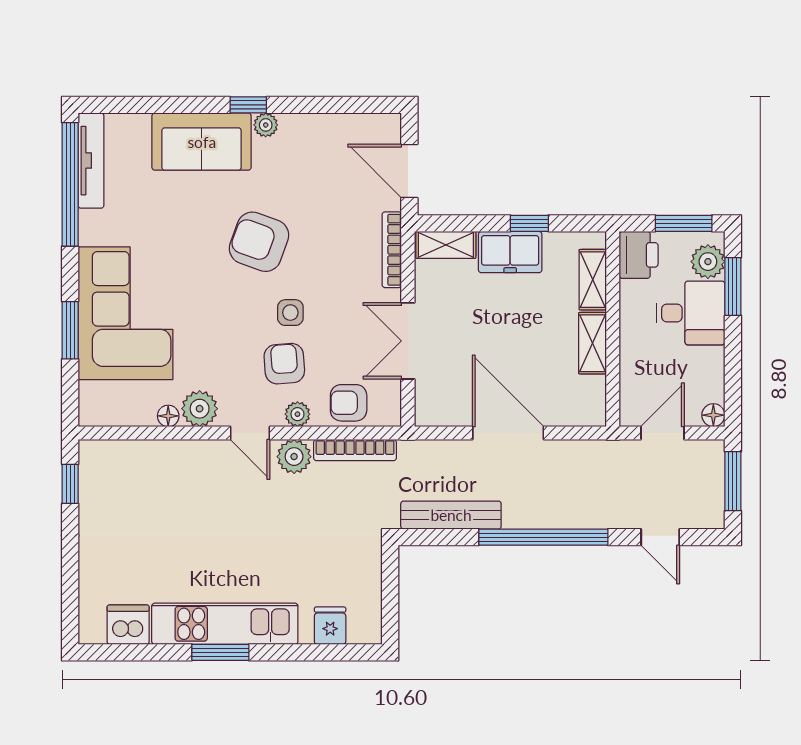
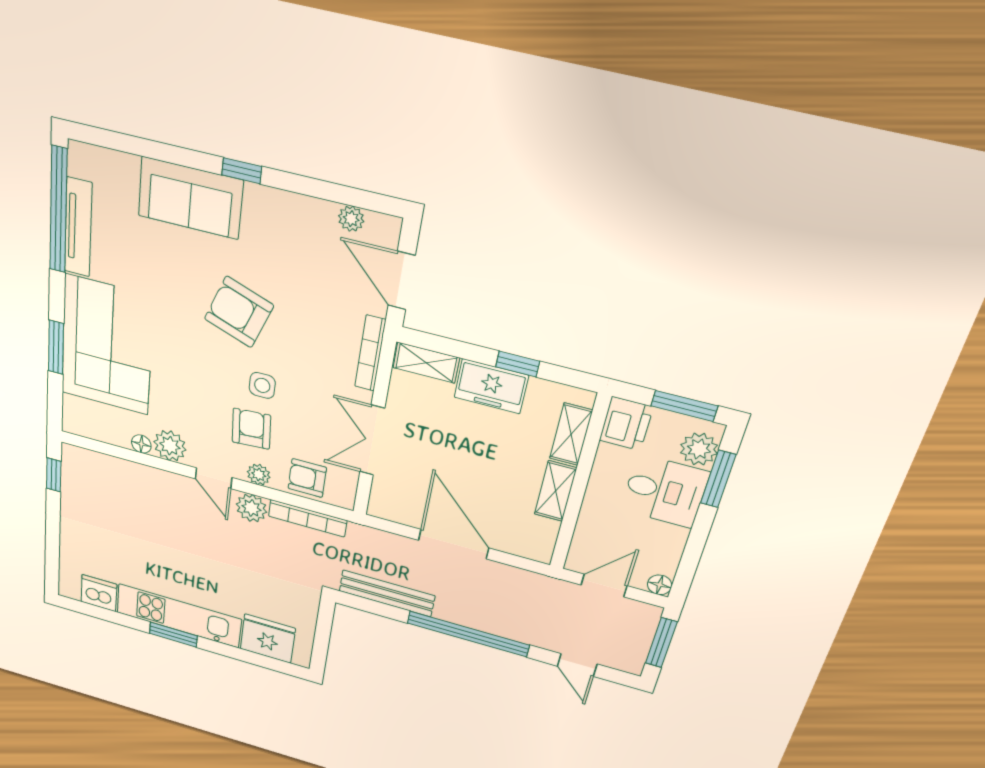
plant: (266, 125) -> (351, 219), moved
tv unit: (91, 161) -> (78, 227), moved
fridge: (330, 626) -> (268, 639), width x1.88, depth x1.34

